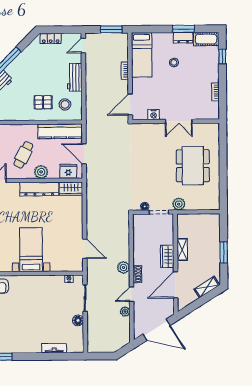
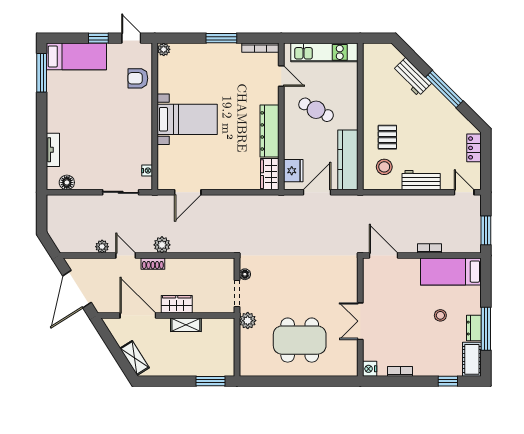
window: (184, 29) -> (486, 329), width x1.44
nightstand: (154, 115) -> (370, 369), moved
plant: (41, 172) -> (293, 134), removed
window: (224, 252) -> (211, 381), moved
floor lamp: (78, 320) -> (67, 182), moved

